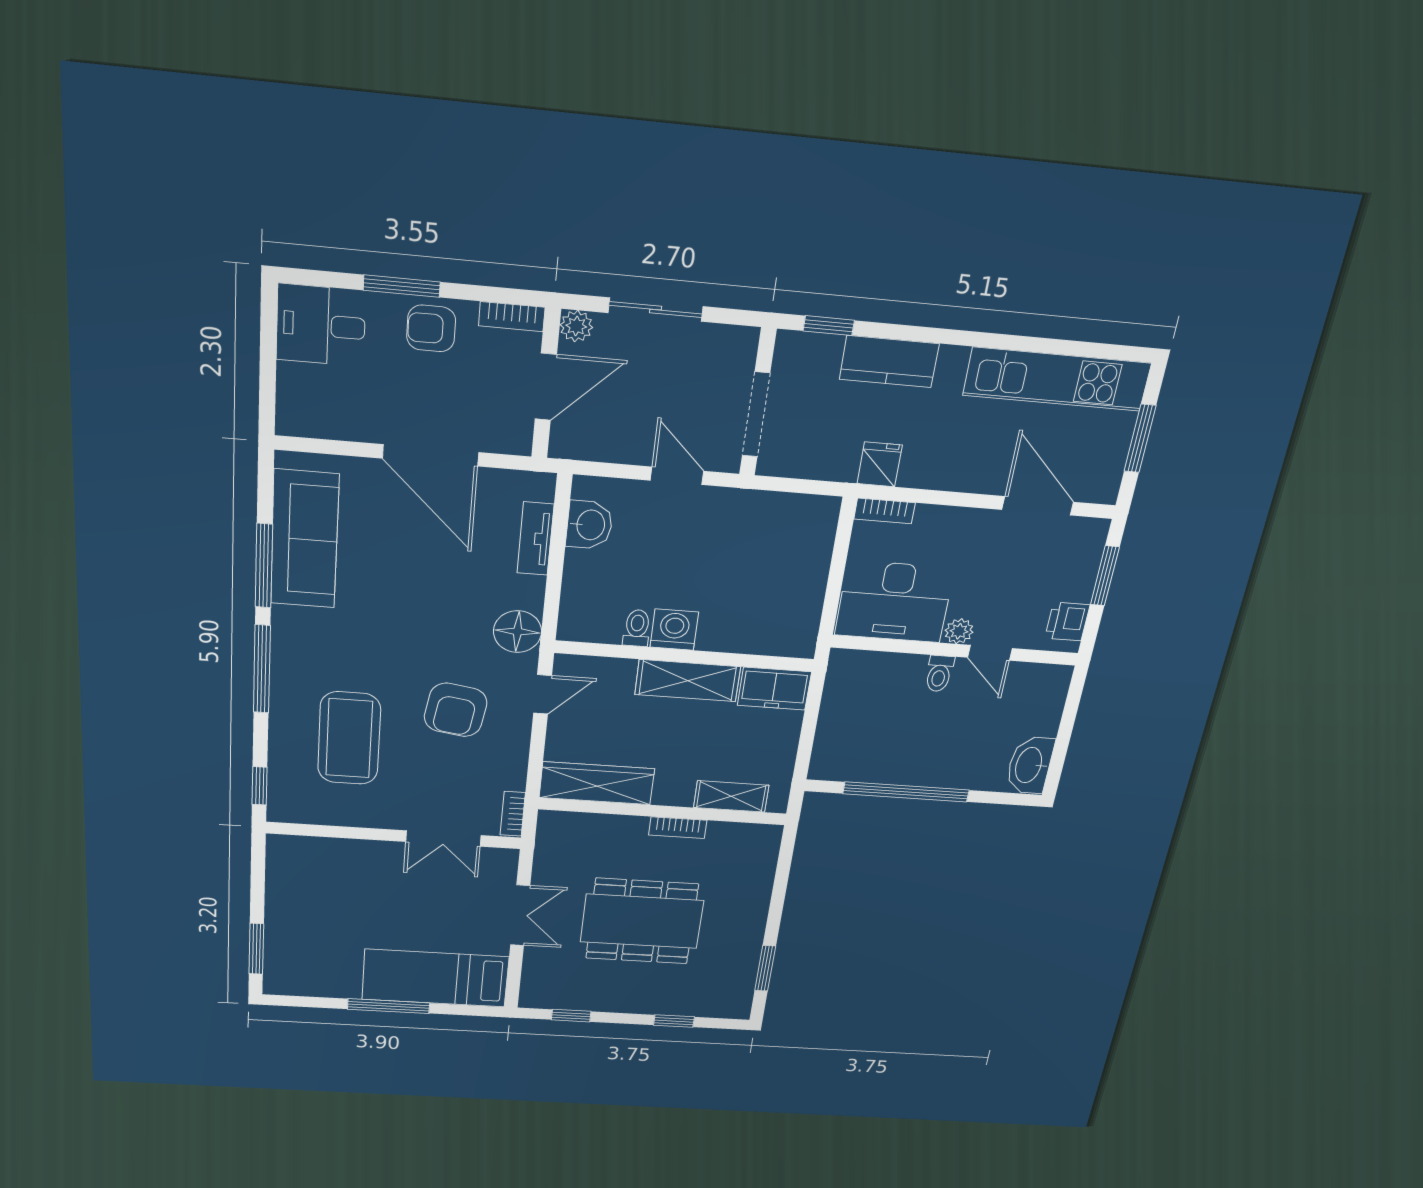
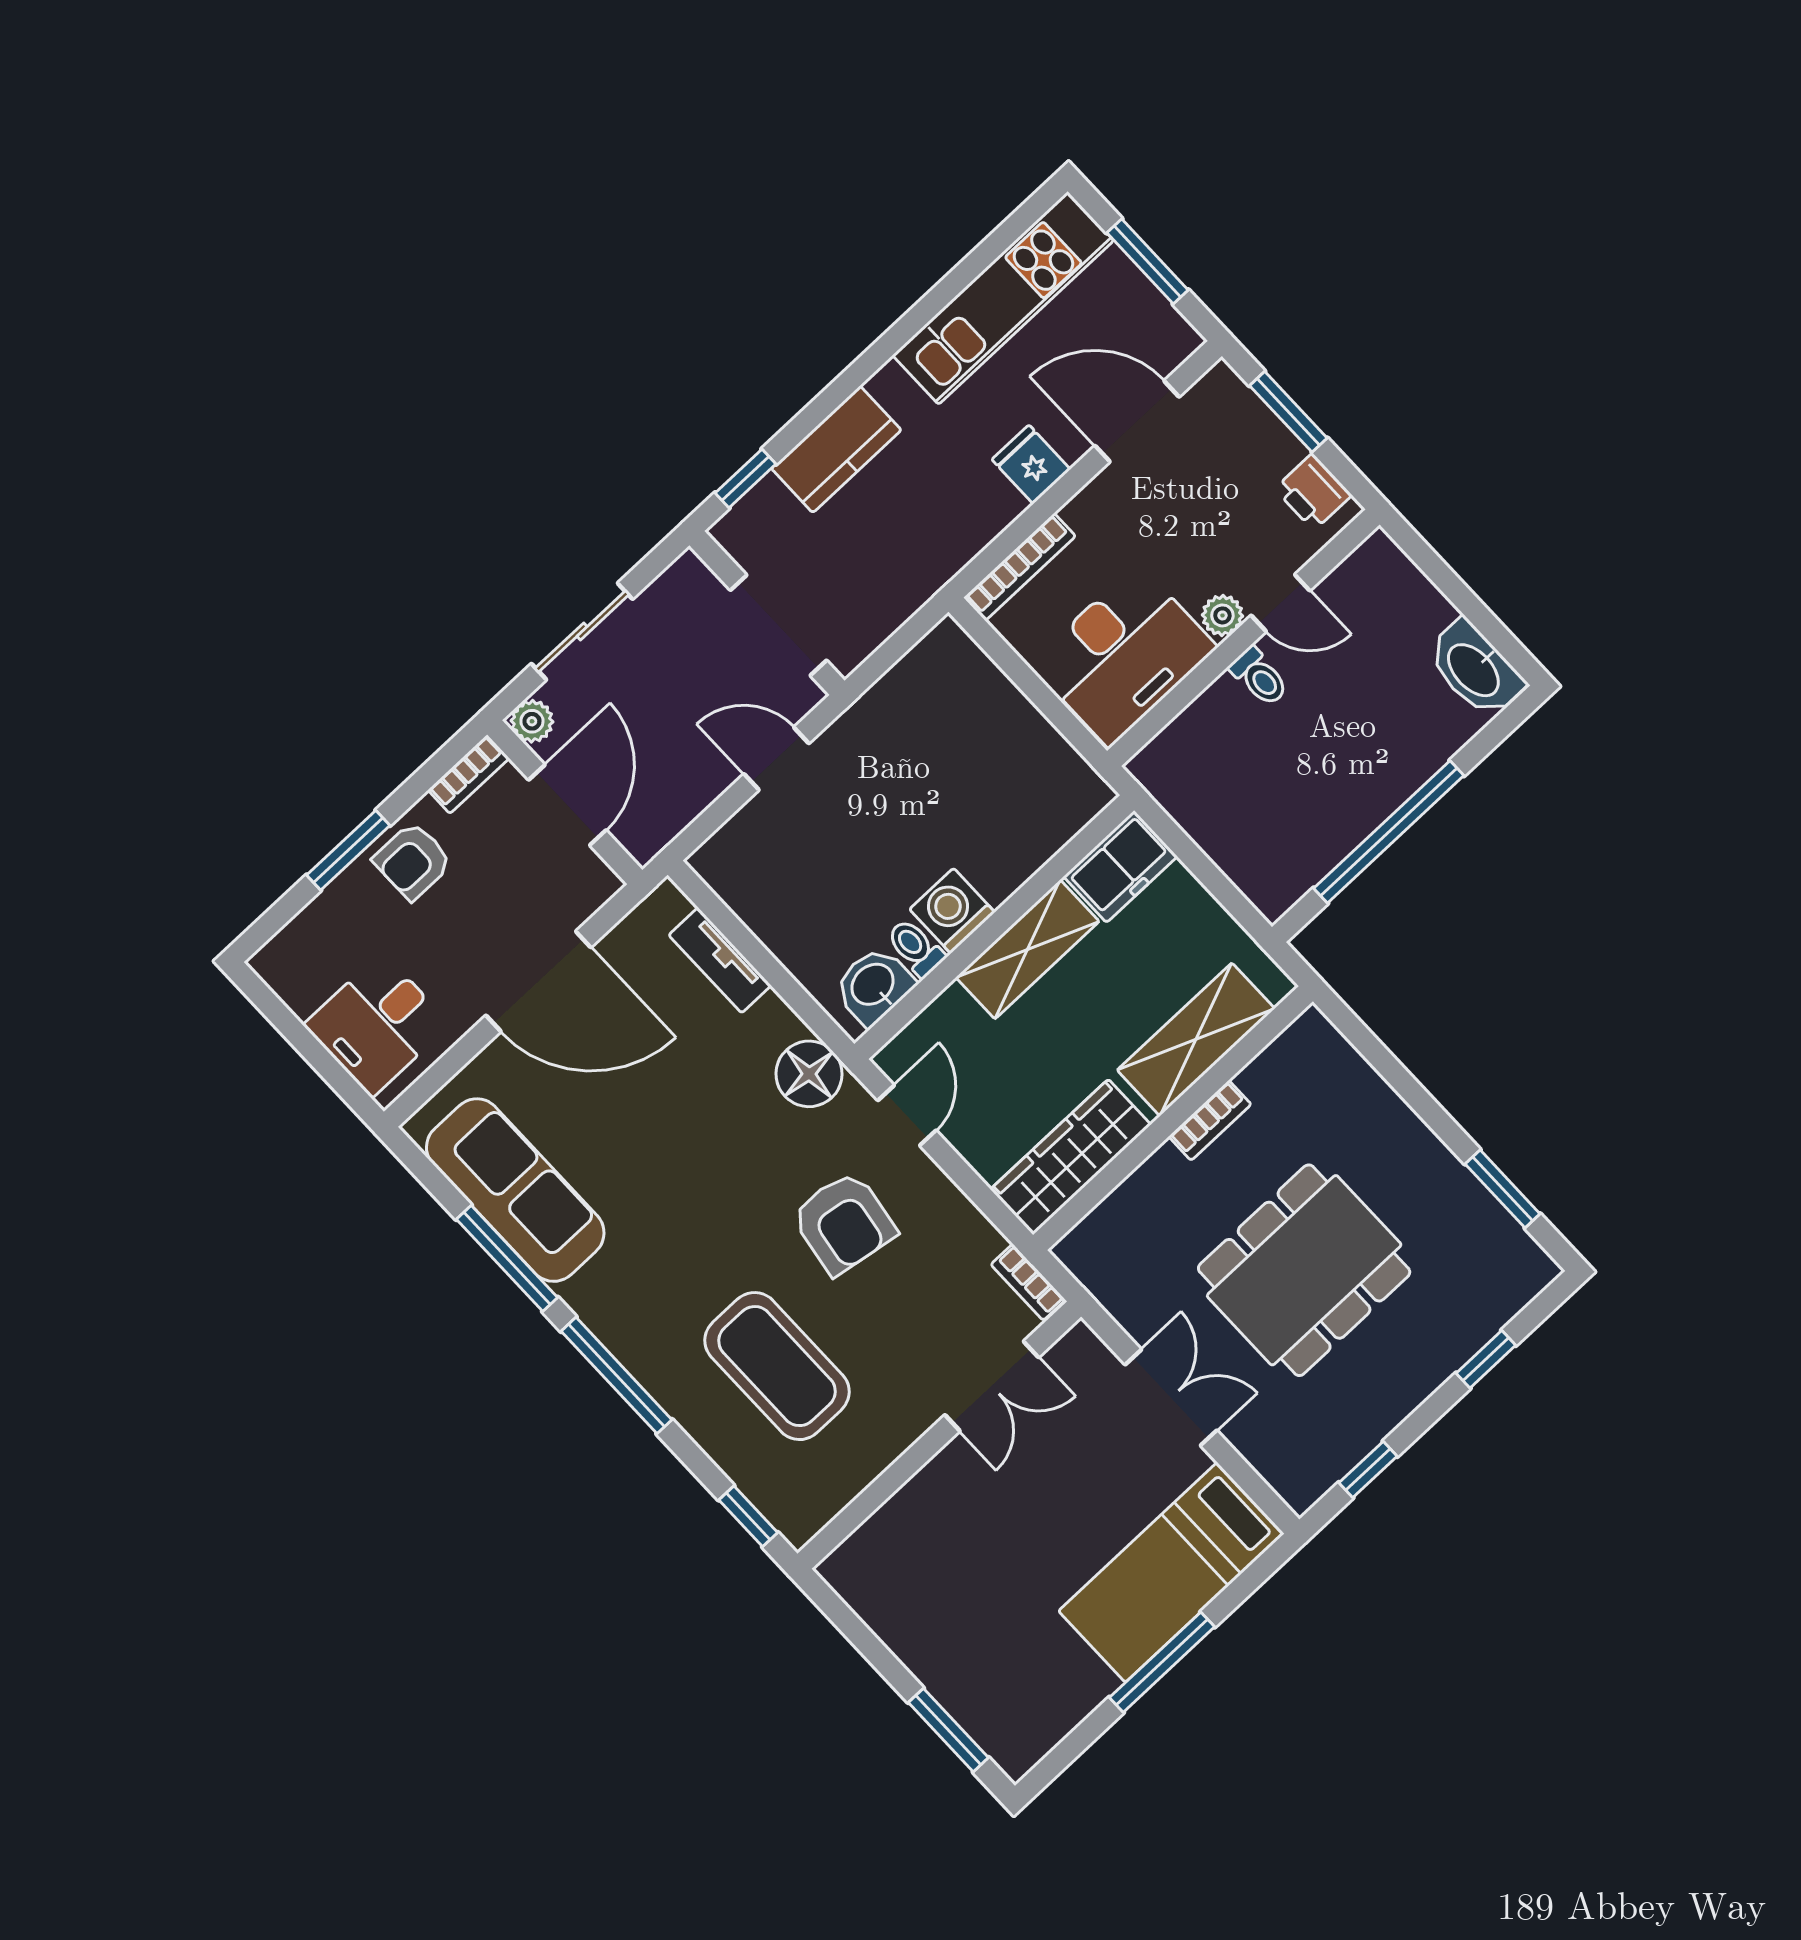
desk: (321, 325) -> (377, 1025), moved
fridge: (880, 464) -> (1031, 464), moved
bookcase: (885, 511) -> (1020, 567), width x1.56
washbasin: (589, 525) -> (874, 986), moved, turned -90
shelving: (731, 796) -> (1196, 1039), width x1.50, depth x1.33

